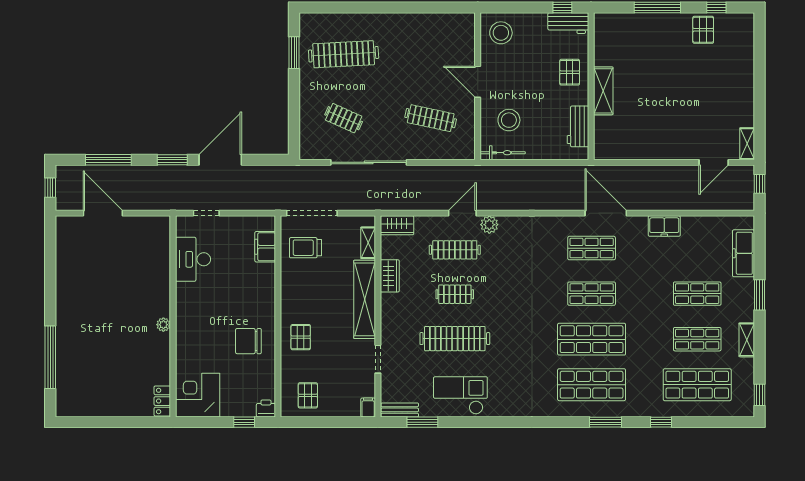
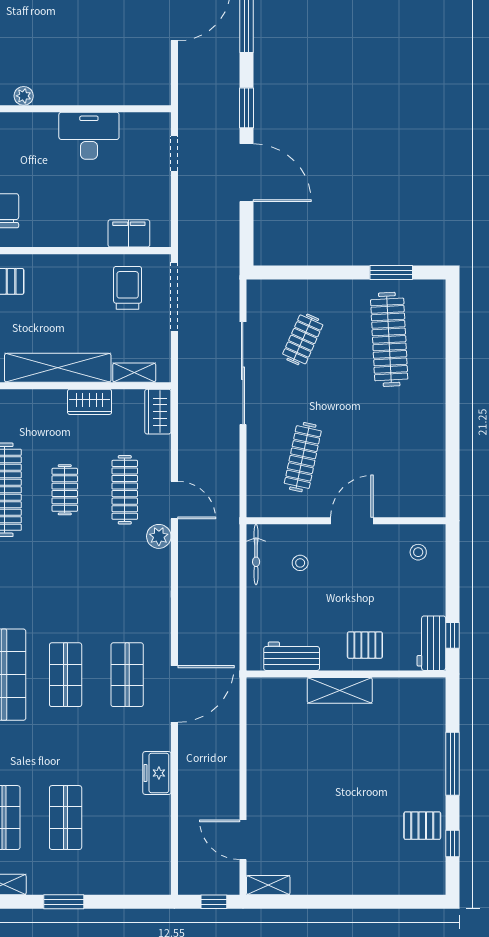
stool: (501, 33) -> (418, 552), width x0.53, depth x0.53
stool: (509, 120) -> (300, 563), width x0.53, depth x0.53
freezer: (743, 253) -> (120, 880), removed
desk: (193, 259) -> (89, 136), moved

